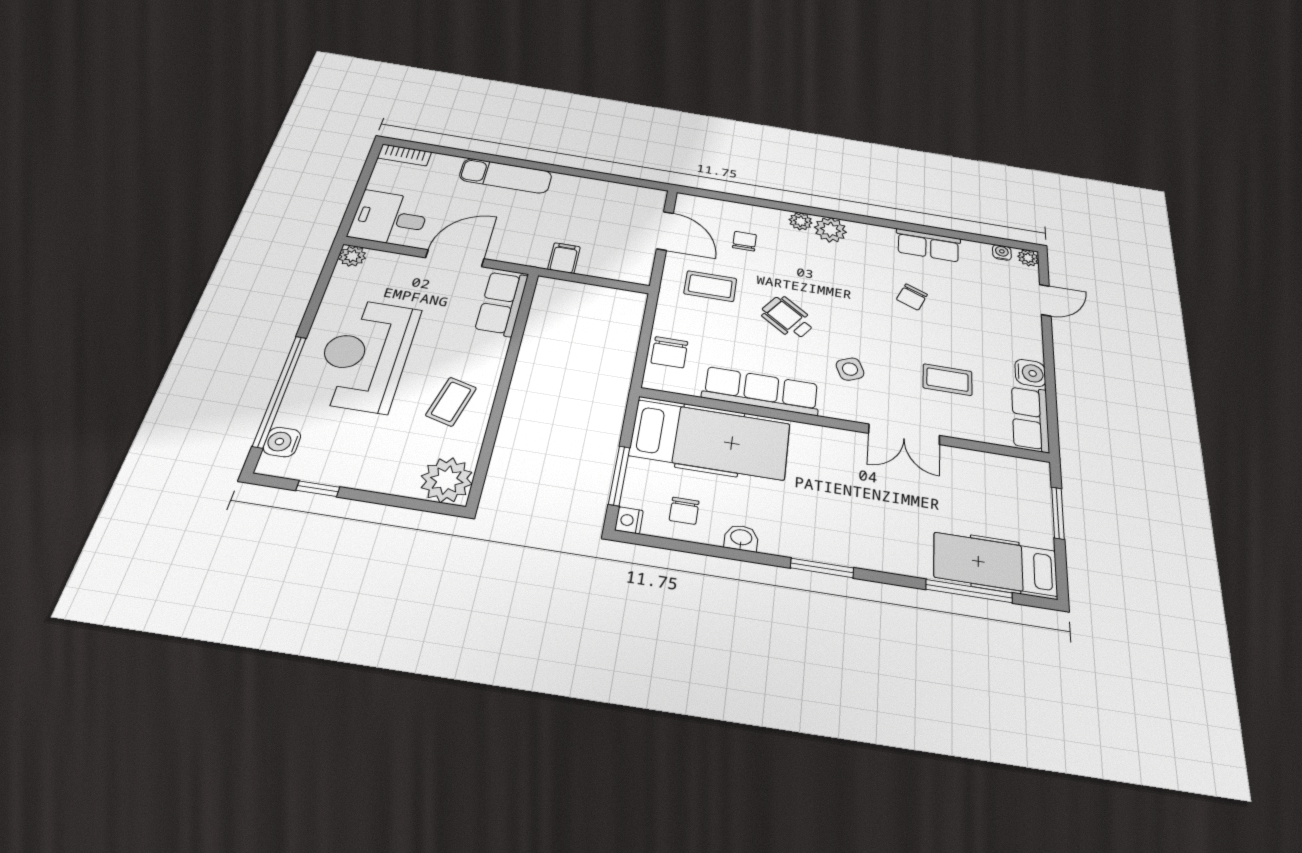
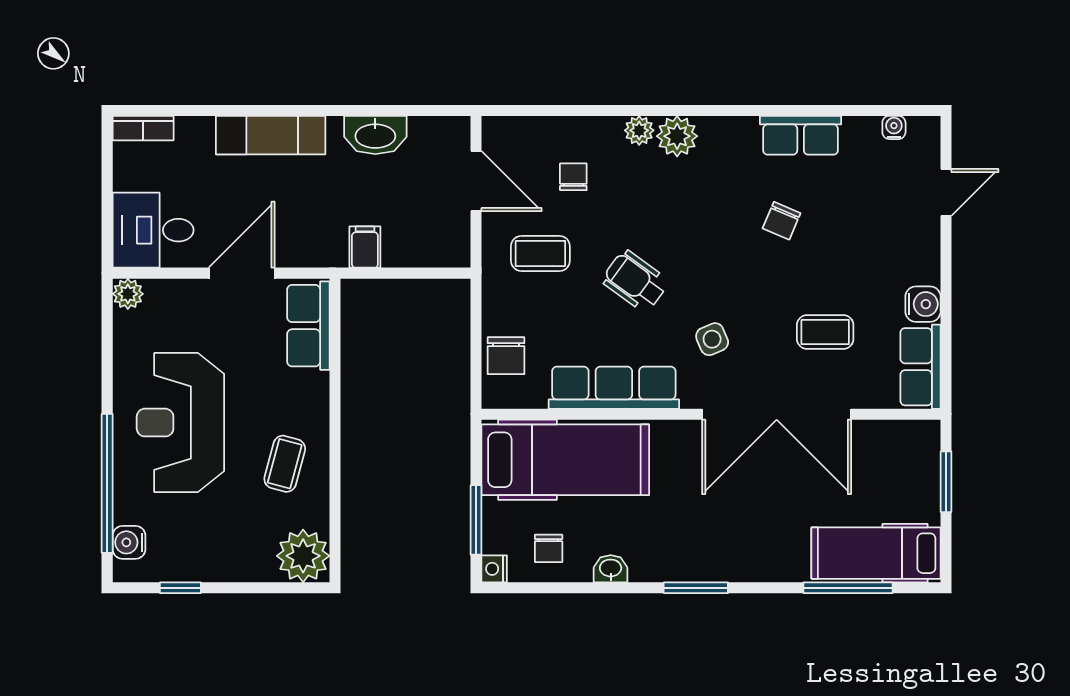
washbasin: (590, 190) -> (375, 135), added
plant: (1028, 258) -> (927, 129), removed
double door: (904, 434) -> (777, 414), width x1.87

